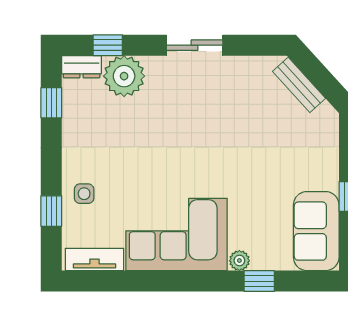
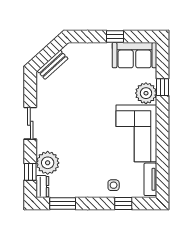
window: (51, 103) -> (63, 204), width x1.50
plant: (239, 261) -> (146, 93), width x1.87, depth x1.87

